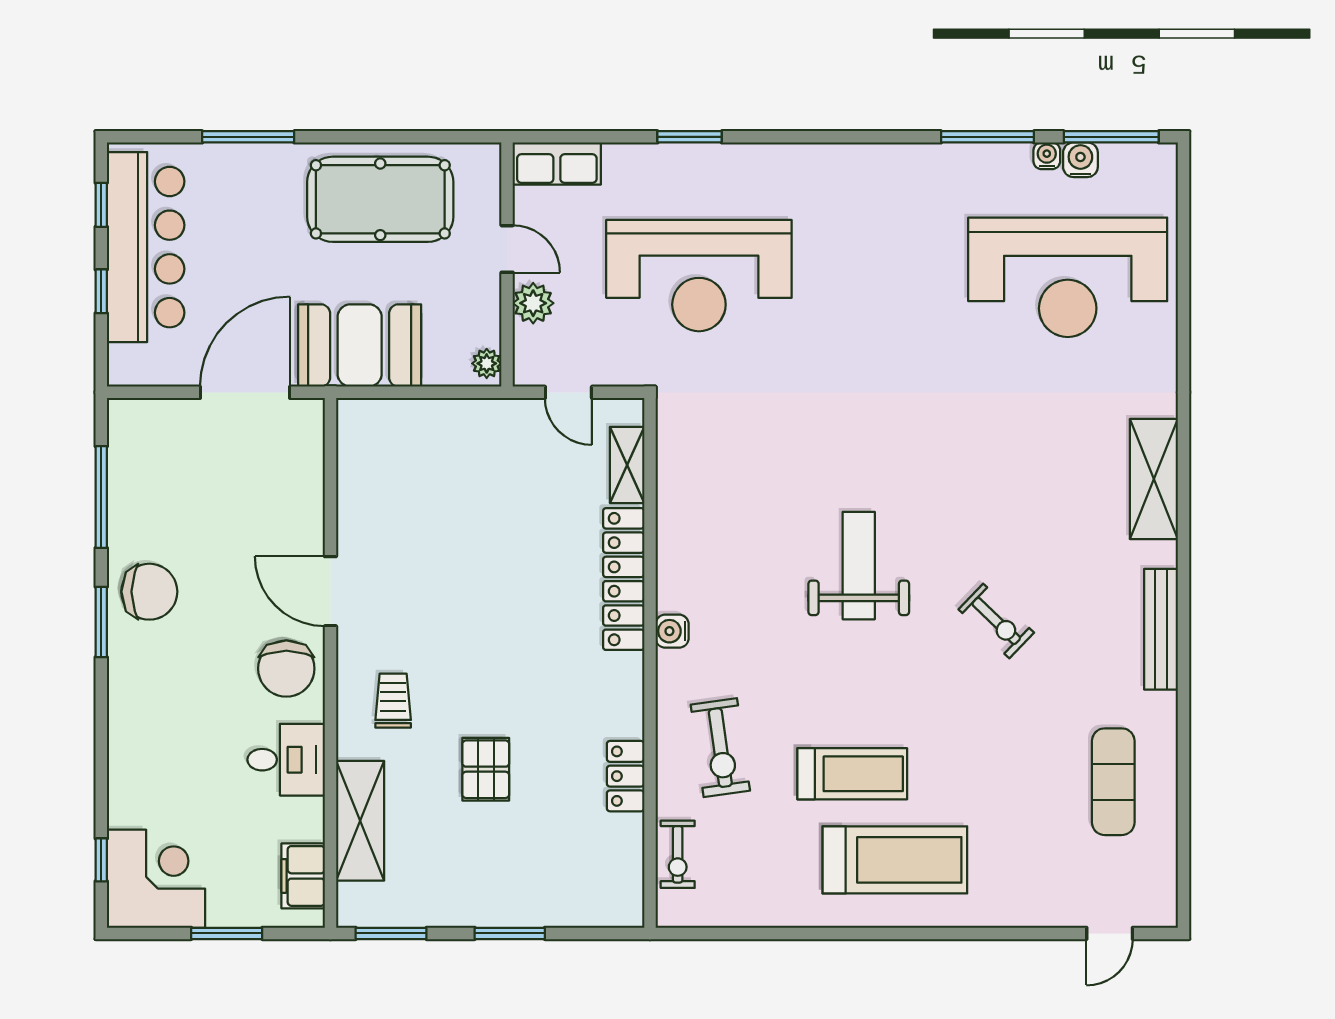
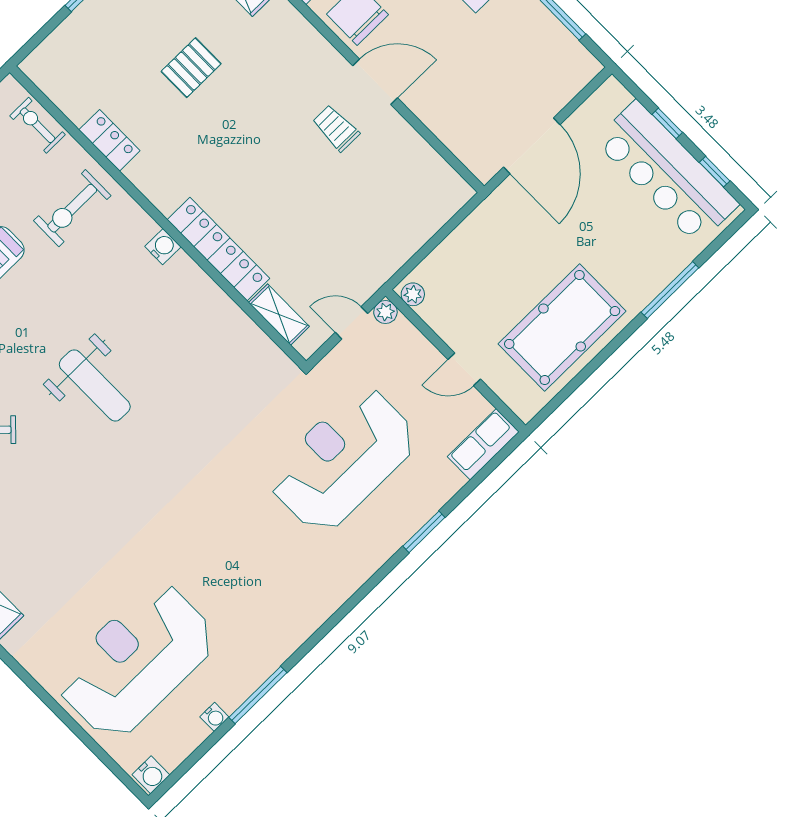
window: (1111, 137) -> (189, 763), removed
water cooler: (1080, 160) -> (151, 775), moved
plant: (533, 303) -> (385, 312), moved, width x0.73, depth x0.73
booth: (360, 345) -> (494, 235), removed
trolley: (393, 701) -> (336, 128), moved, turned 180
exercise bike: (720, 748) -> (72, 208), turned -82
pallet: (486, 769) -> (191, 68), turned 90

